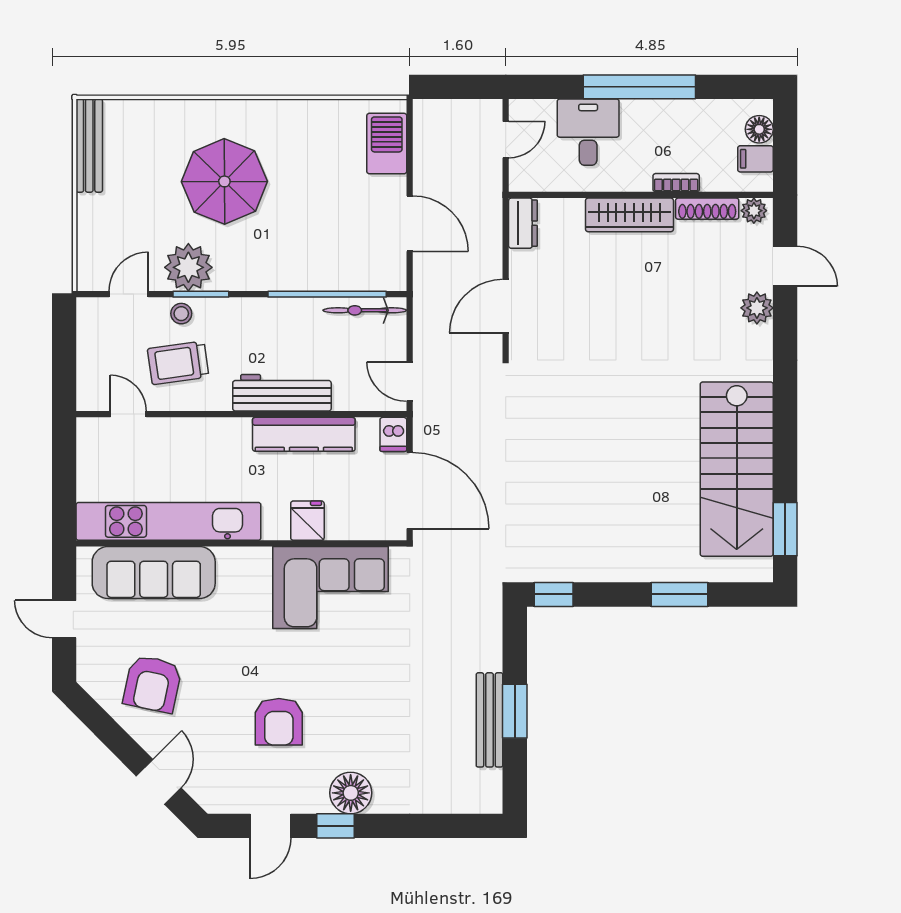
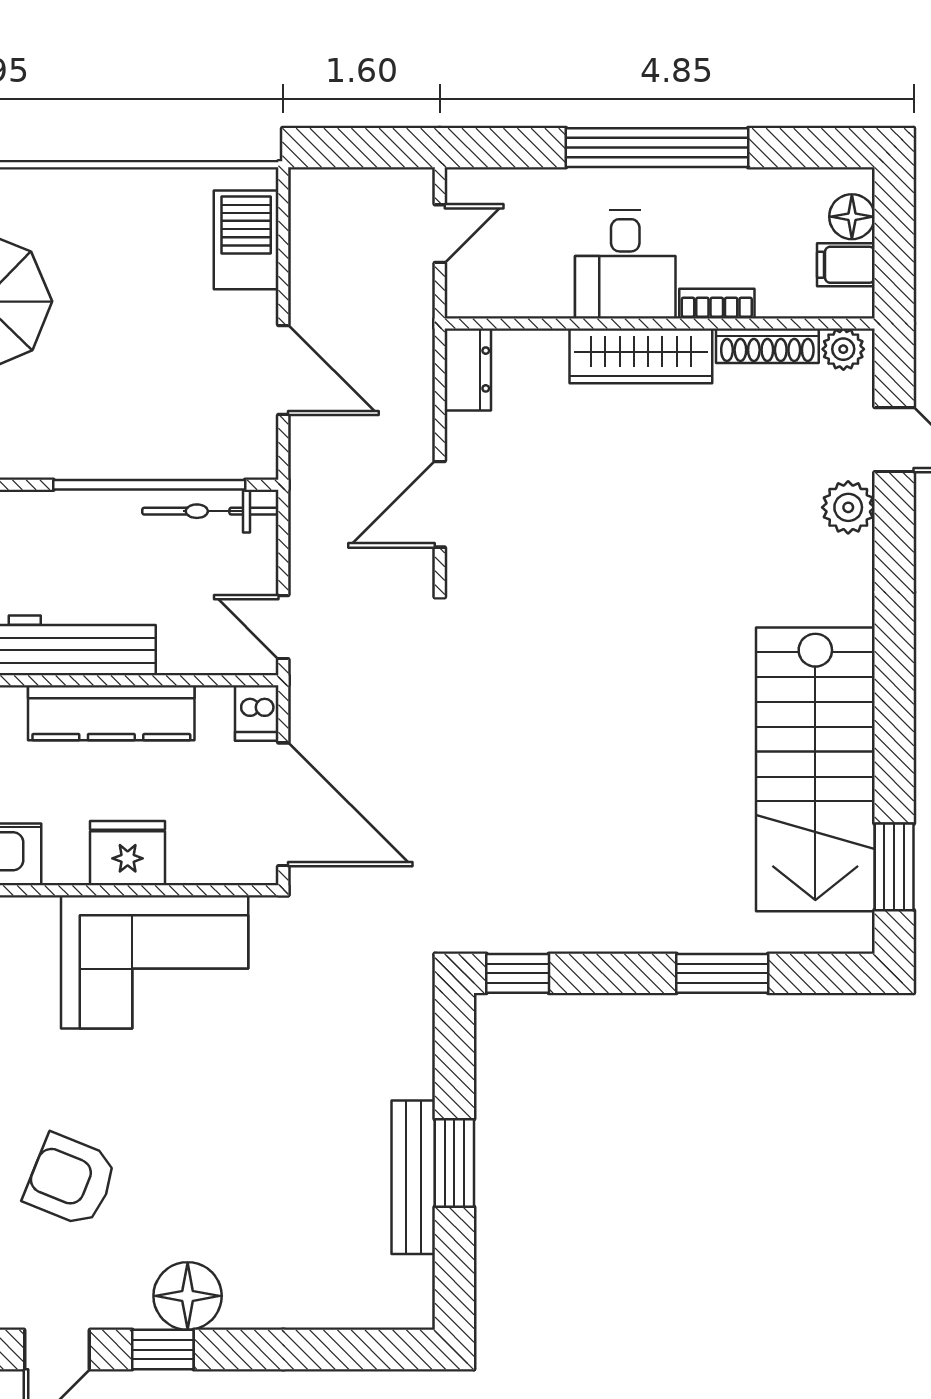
desk: (588, 132) -> (625, 265), moved, turned 180
fridge: (307, 521) -> (128, 853), width x1.38
armchair: (279, 722) -> (71, 1180), turned 112

